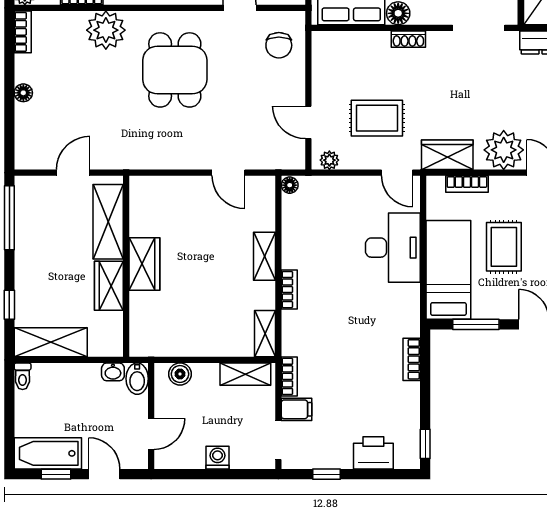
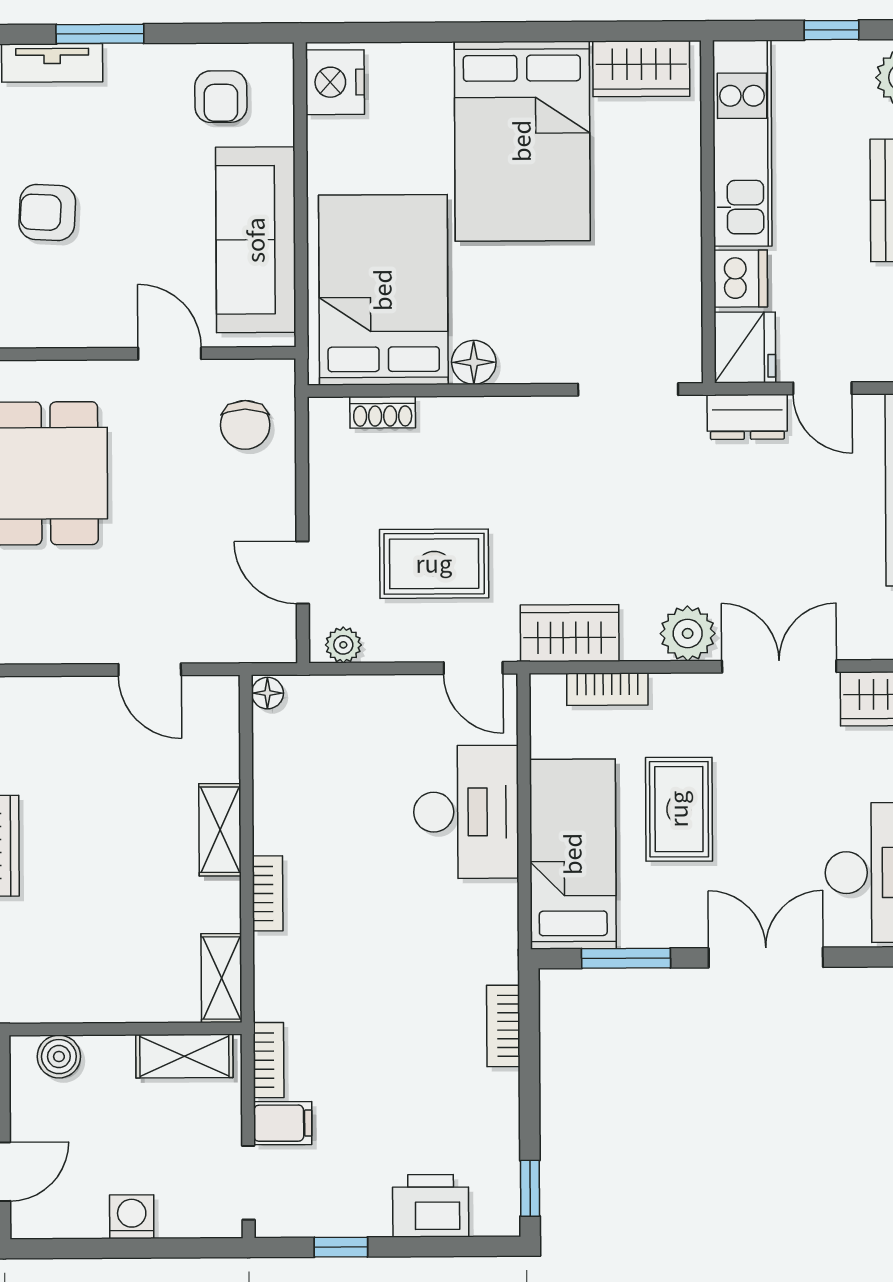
shoe rack: (408, 39) -> (383, 412), moved
plant: (504, 150) -> (688, 633), width x0.73, depth x0.73

